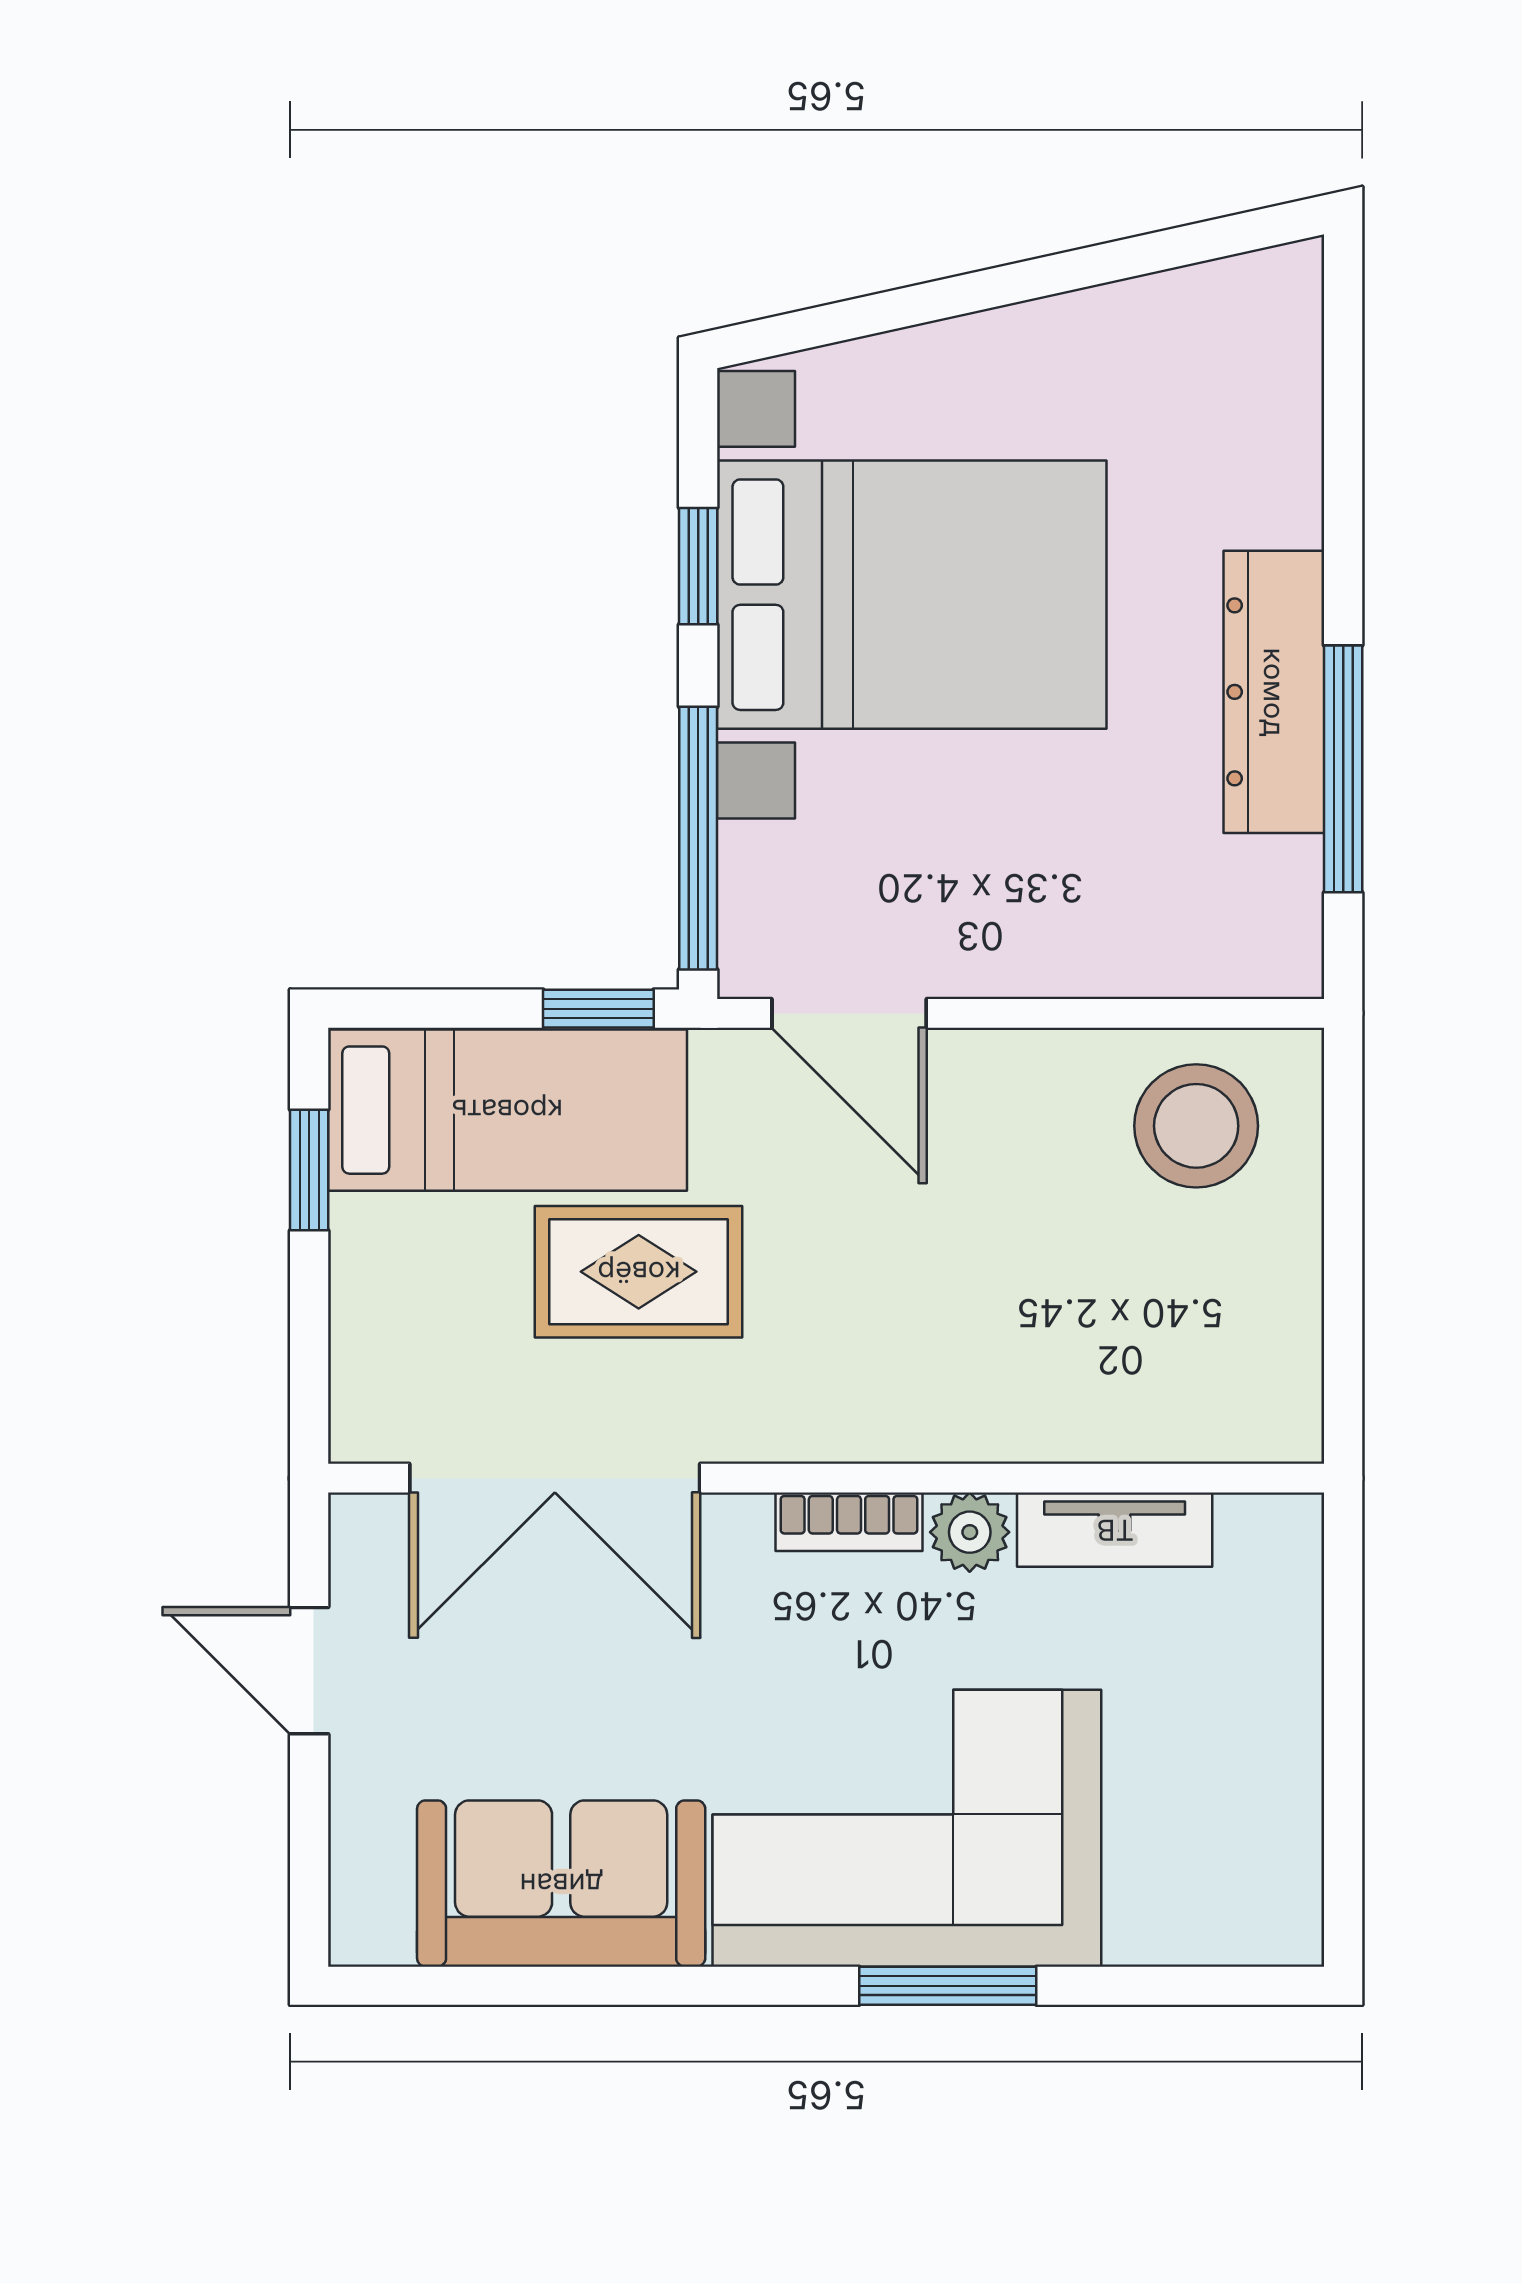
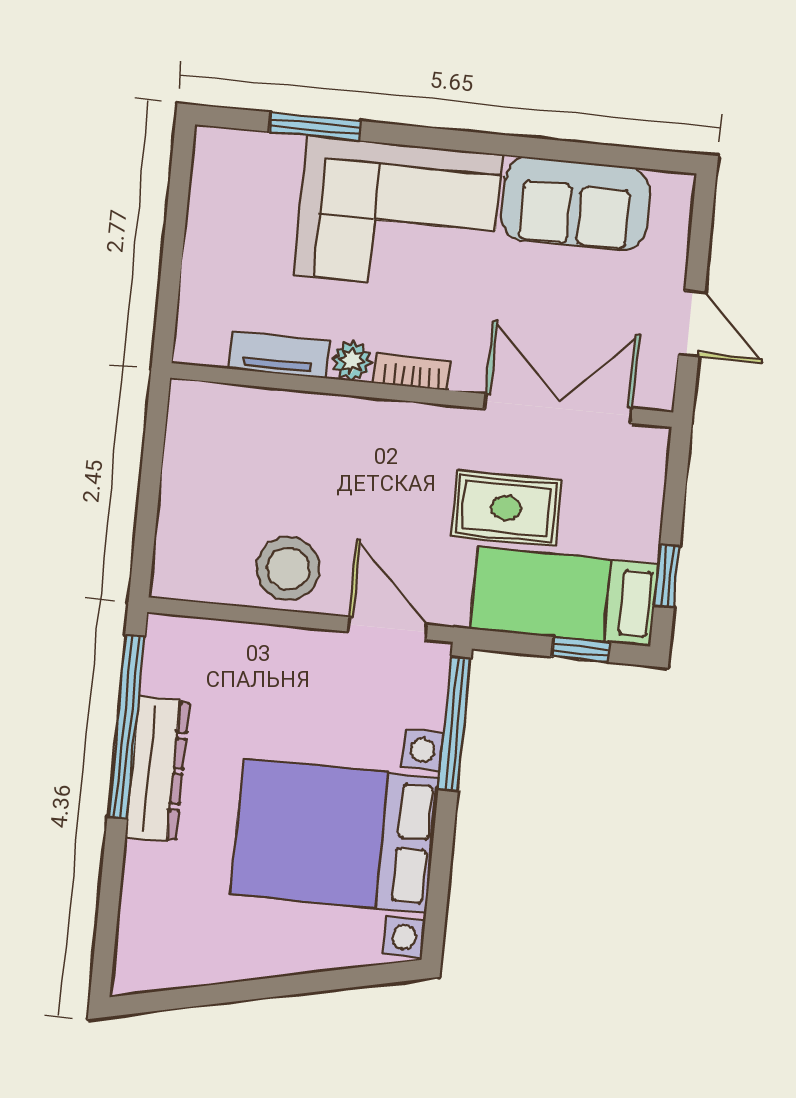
window: (698, 566) -> (441, 861), removed
window: (1343, 769) -> (126, 727), width x1.46
window: (598, 1009) -> (581, 649), moved
stool: (1196, 1126) -> (288, 568), moved
window: (948, 1986) -> (315, 126), moved

